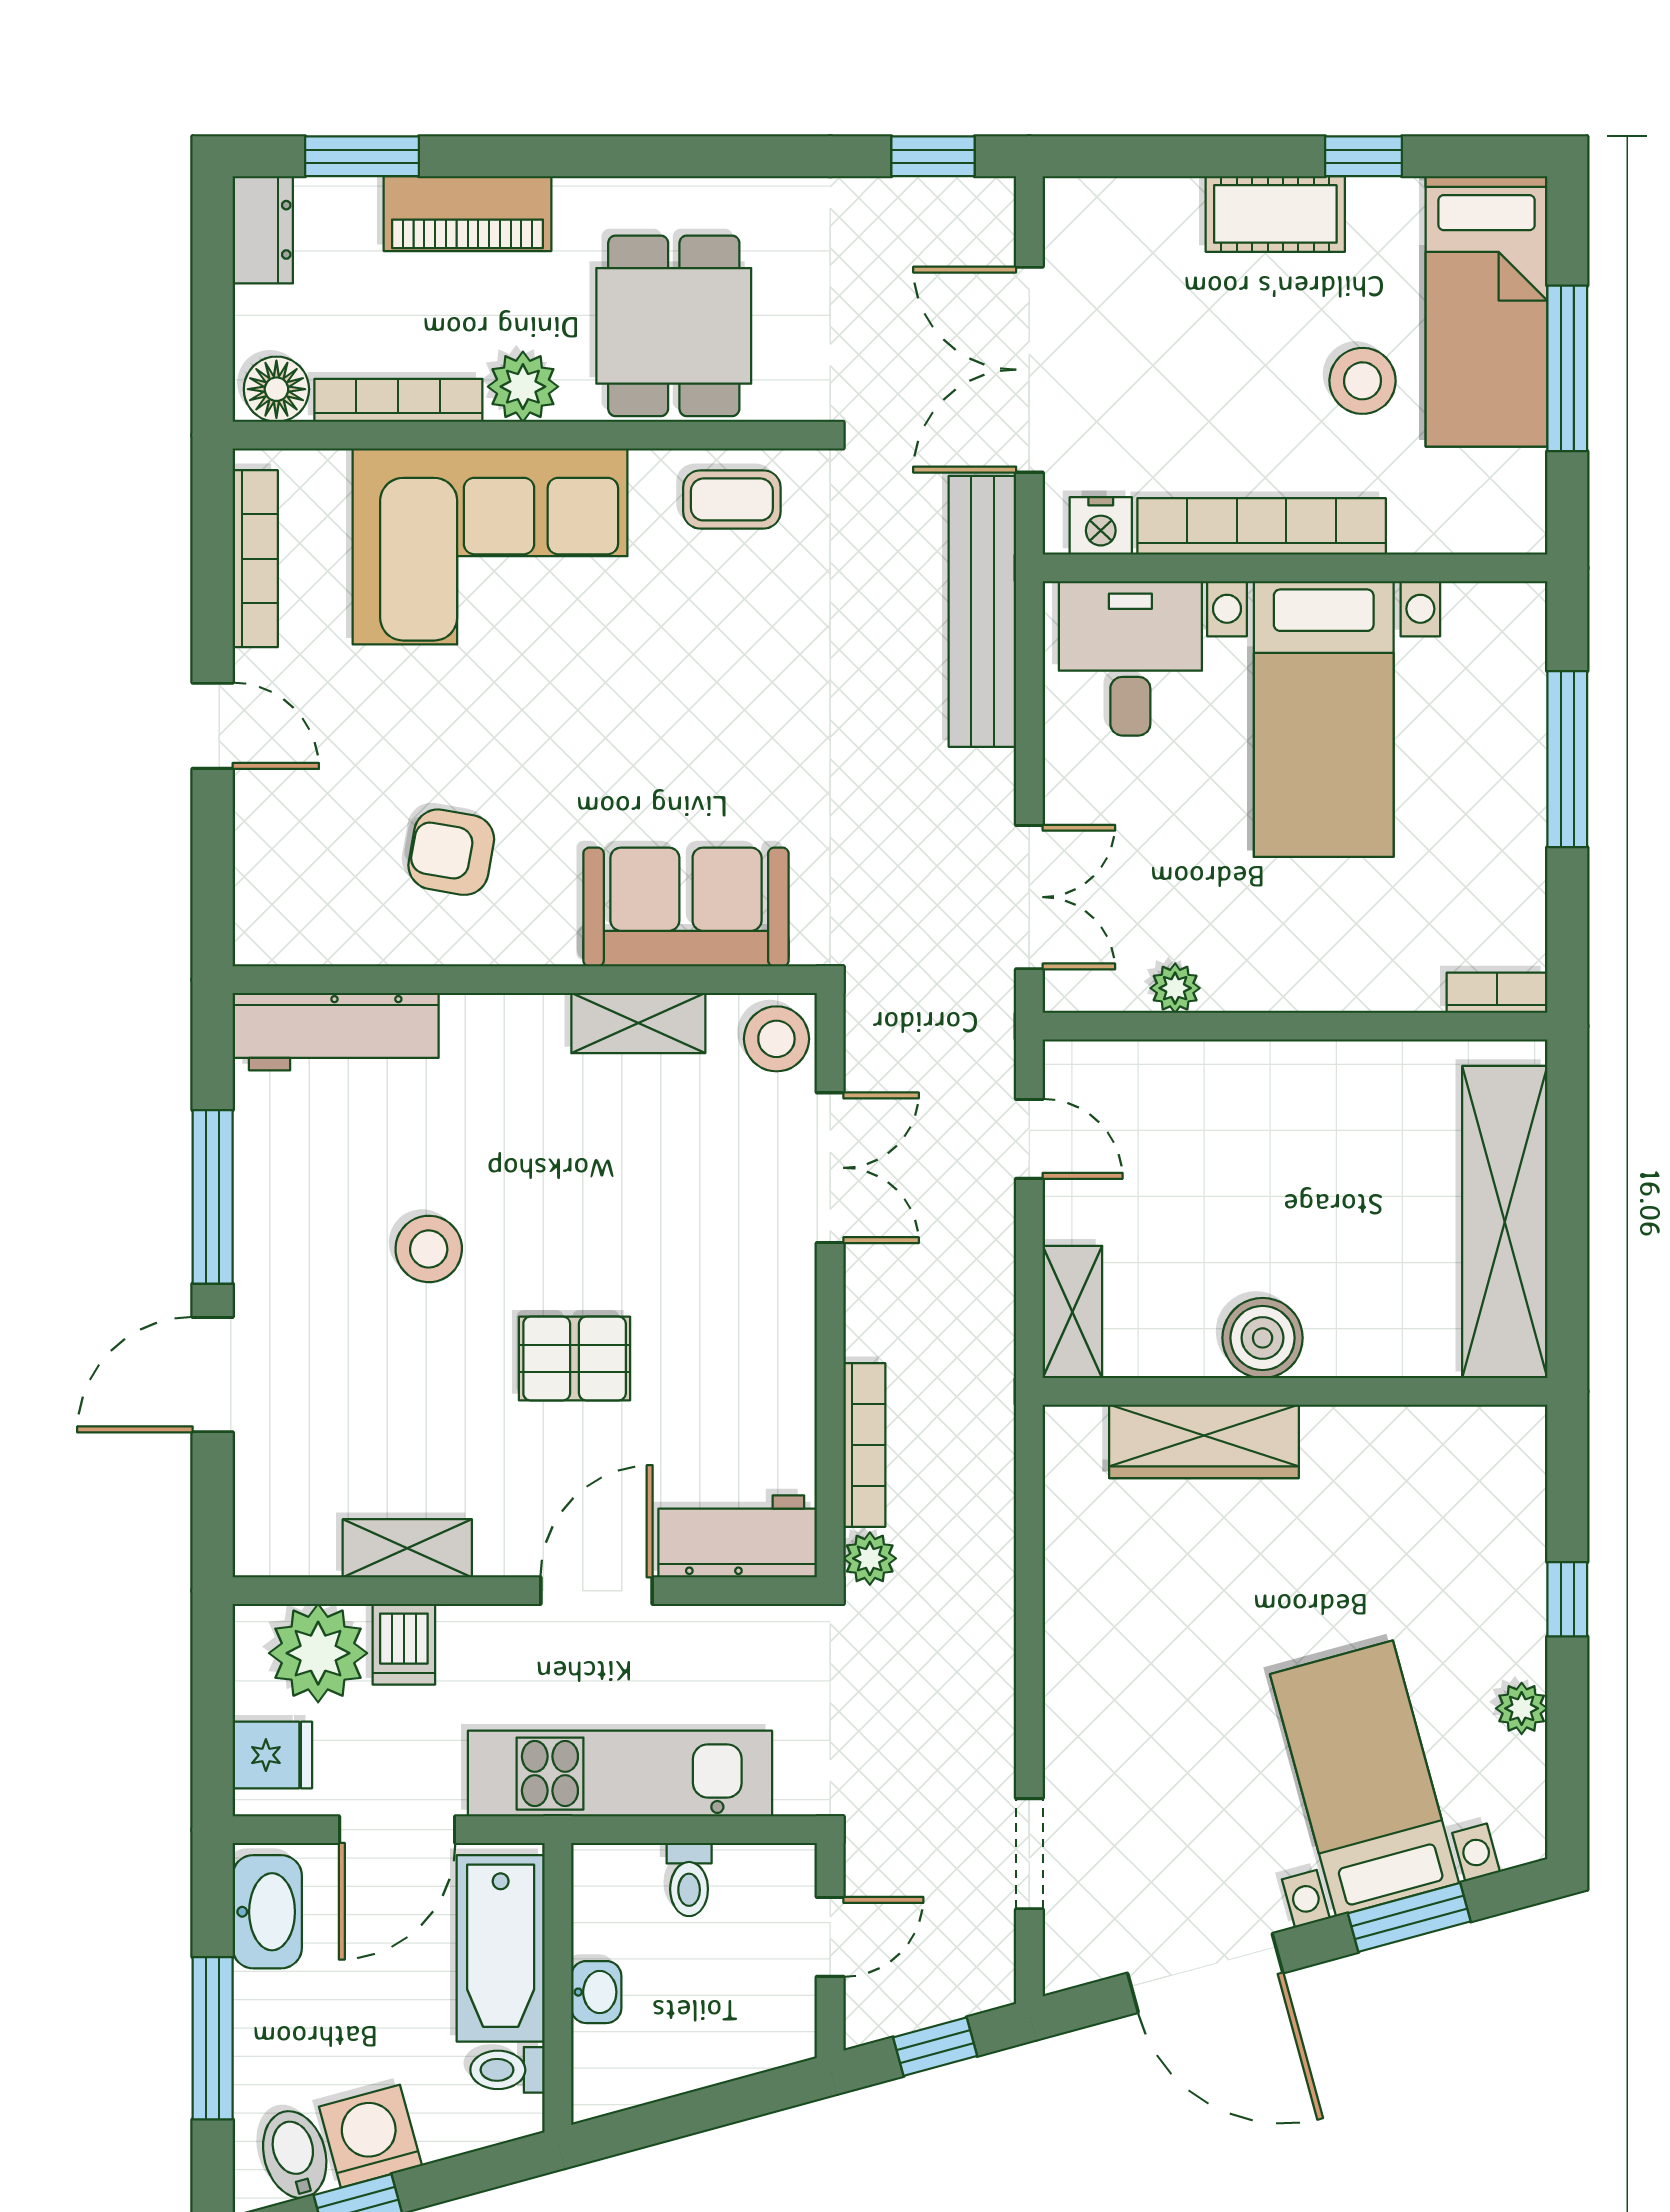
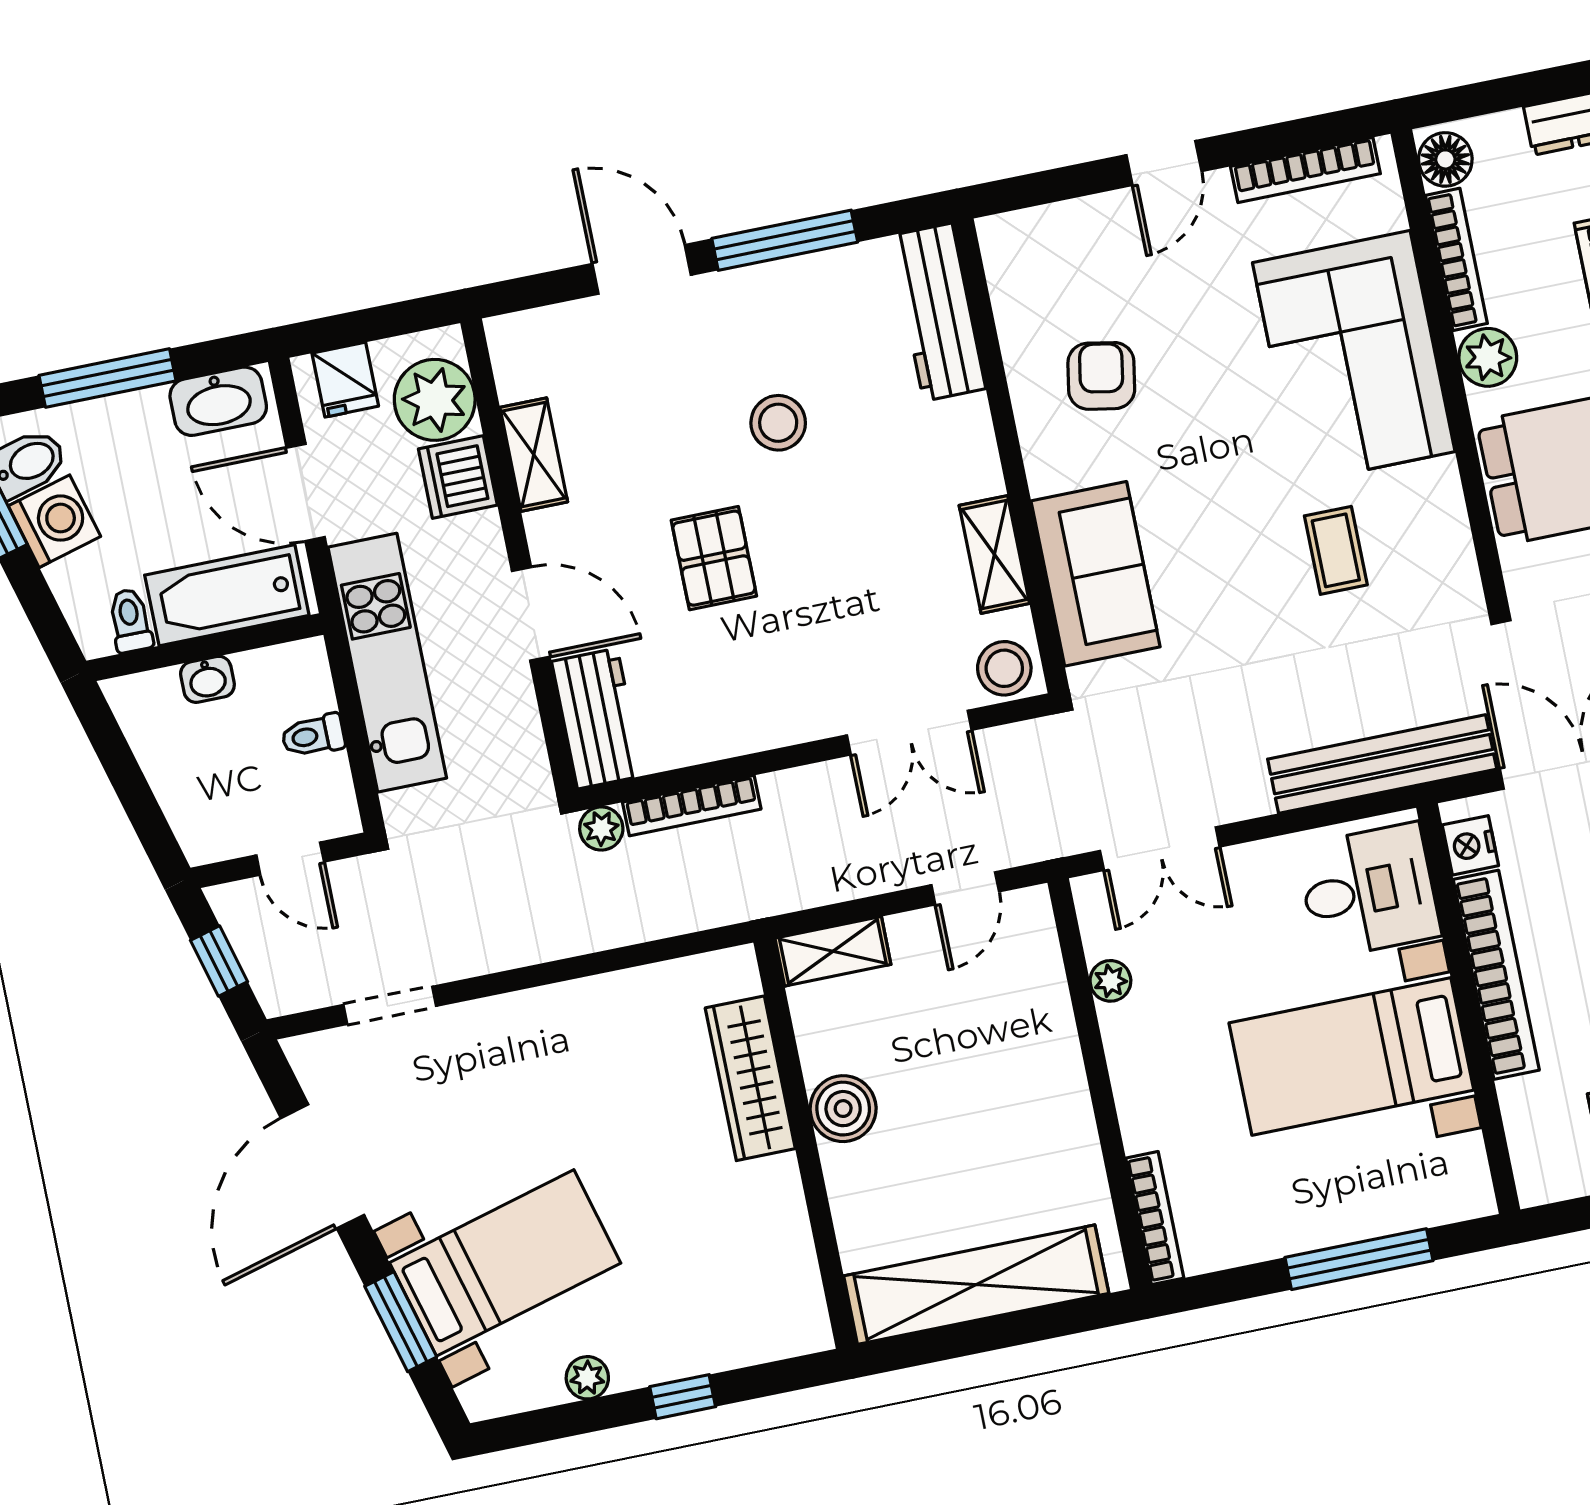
coffee table: (732, 499) -> (1336, 550), moved
bookcase: (1497, 993) -> (1155, 1218), width x1.56
dishwasher: (404, 1644) -> (458, 477), width x1.38

